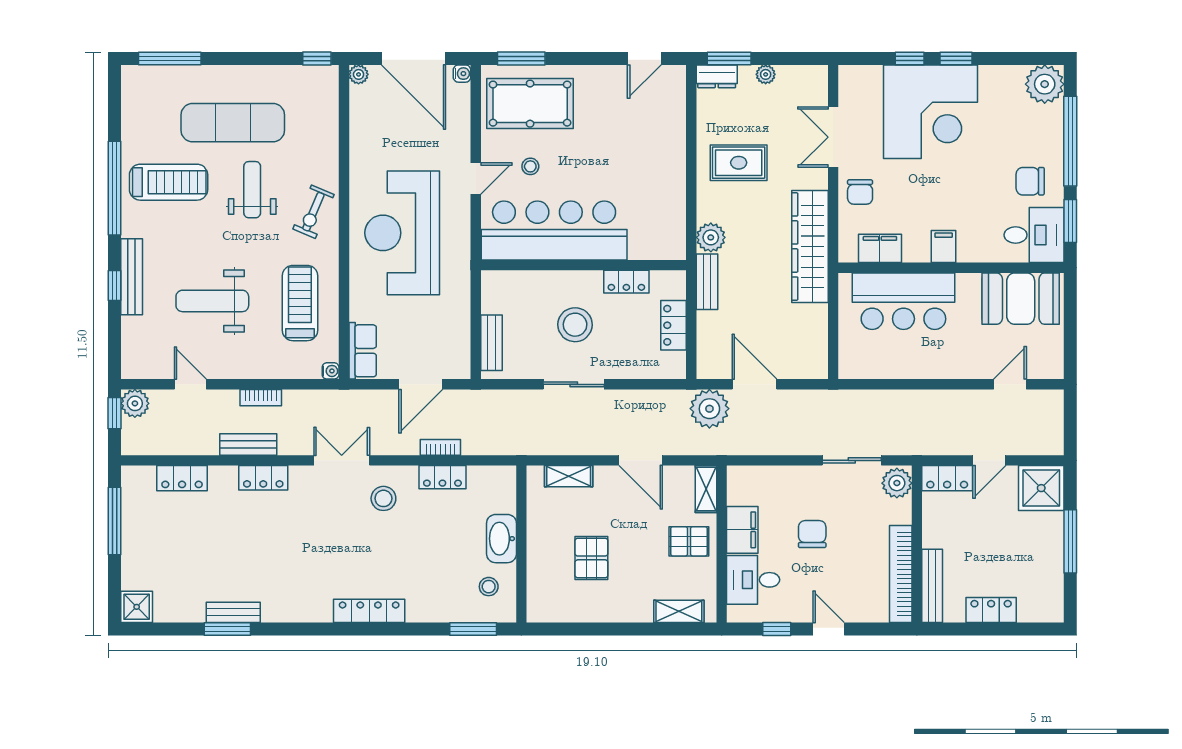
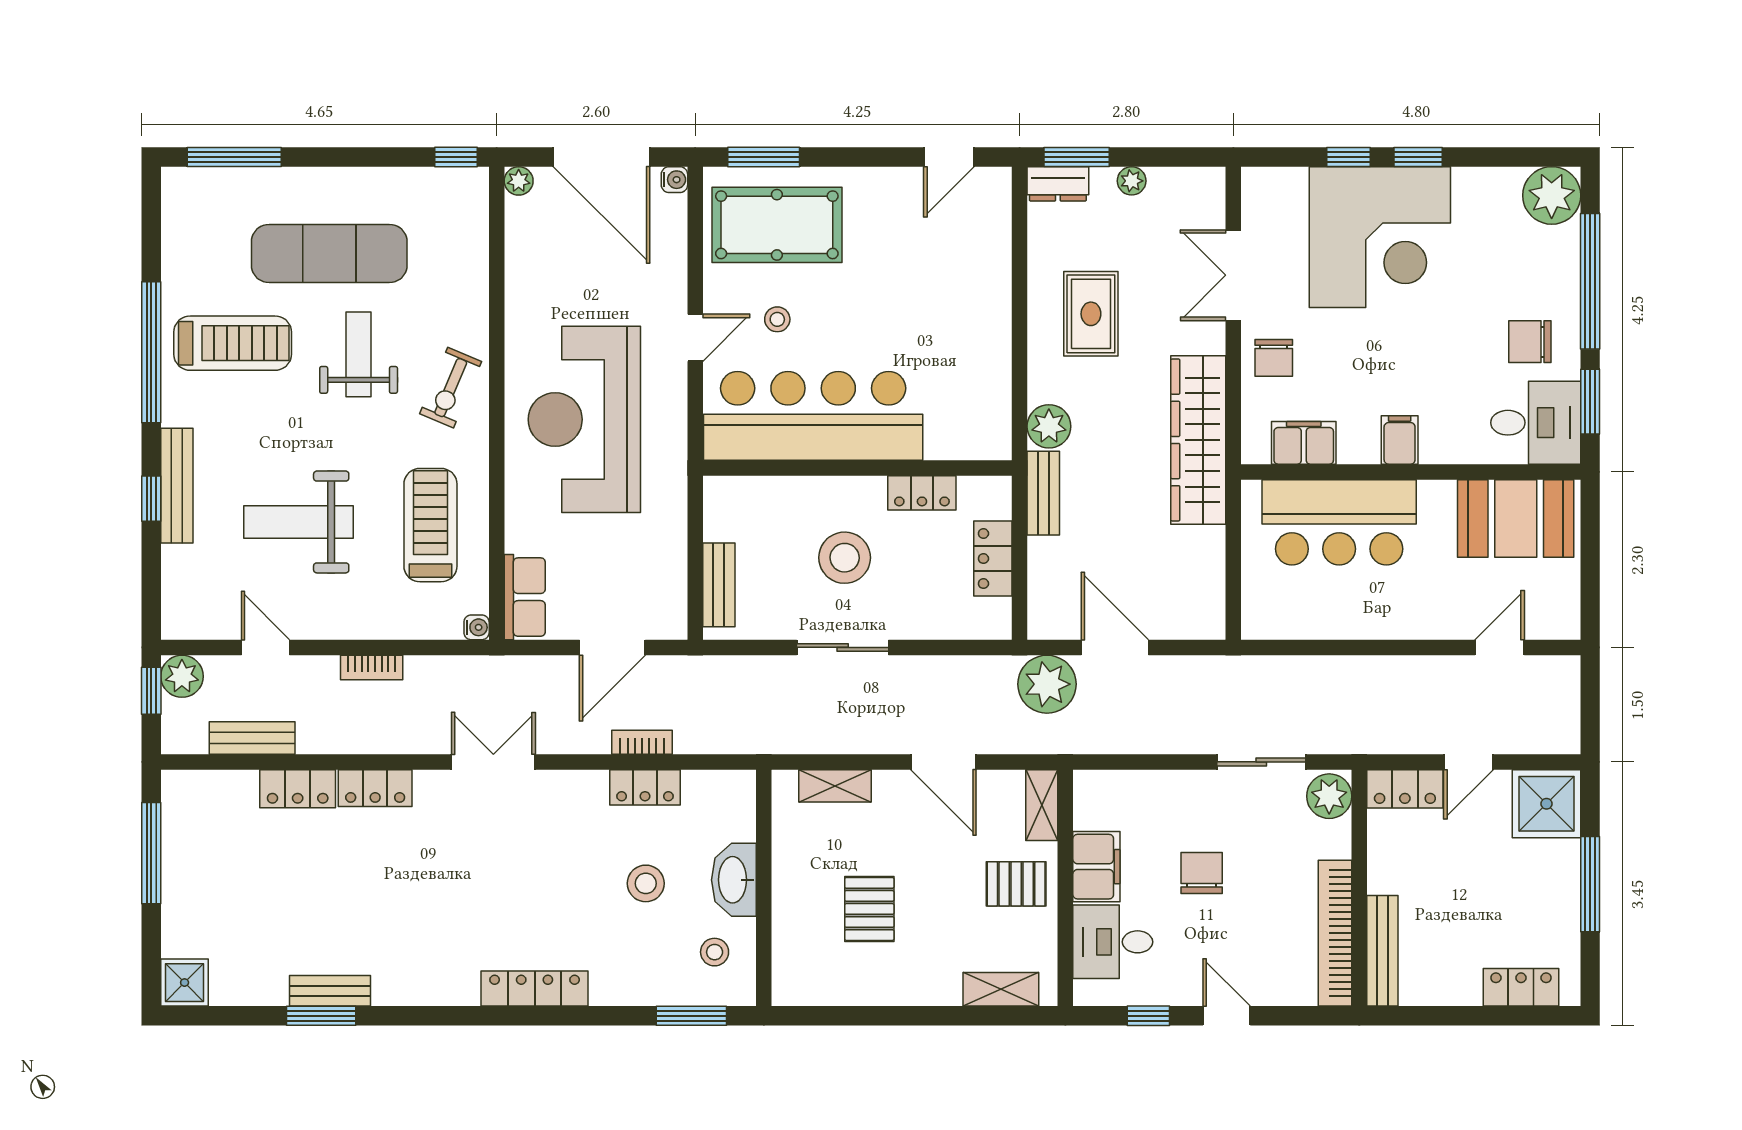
rug: (739, 163) -> (1091, 314), turned 90
bench: (248, 444) -> (252, 738), moved
locker: (182, 478) -> (298, 789), moved
stool: (383, 498) -> (646, 883), moved
locker: (991, 610) -> (1521, 987), moved

